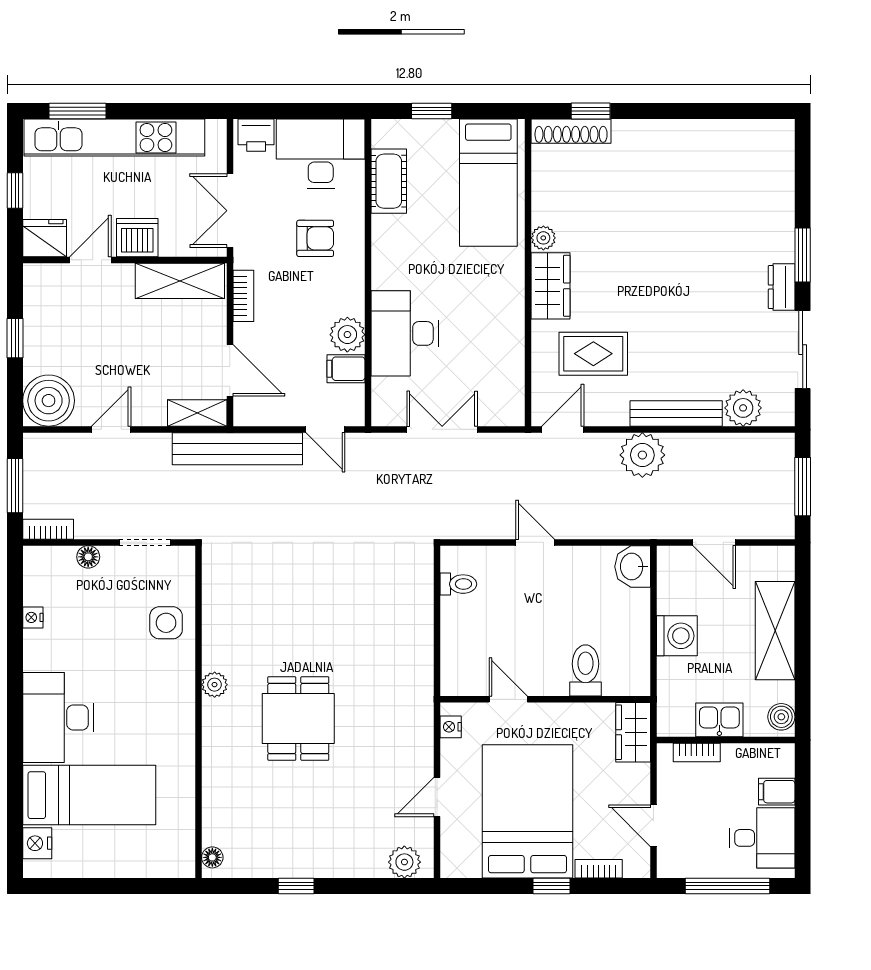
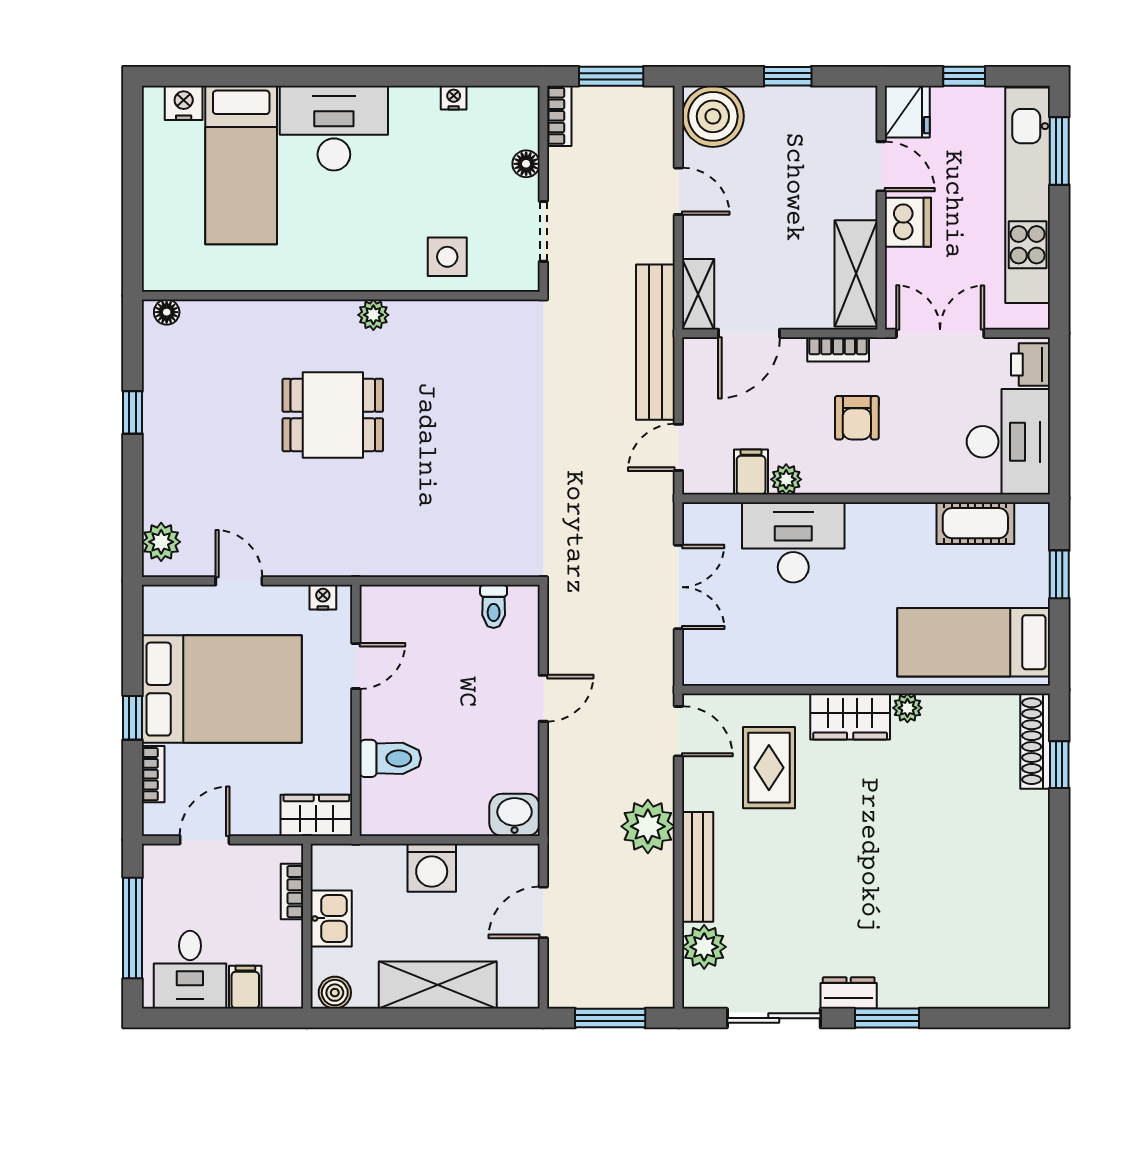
armchair: (315, 238) -> (857, 418), moved
plant: (347, 335) -> (786, 479), width x0.73, depth x0.73

